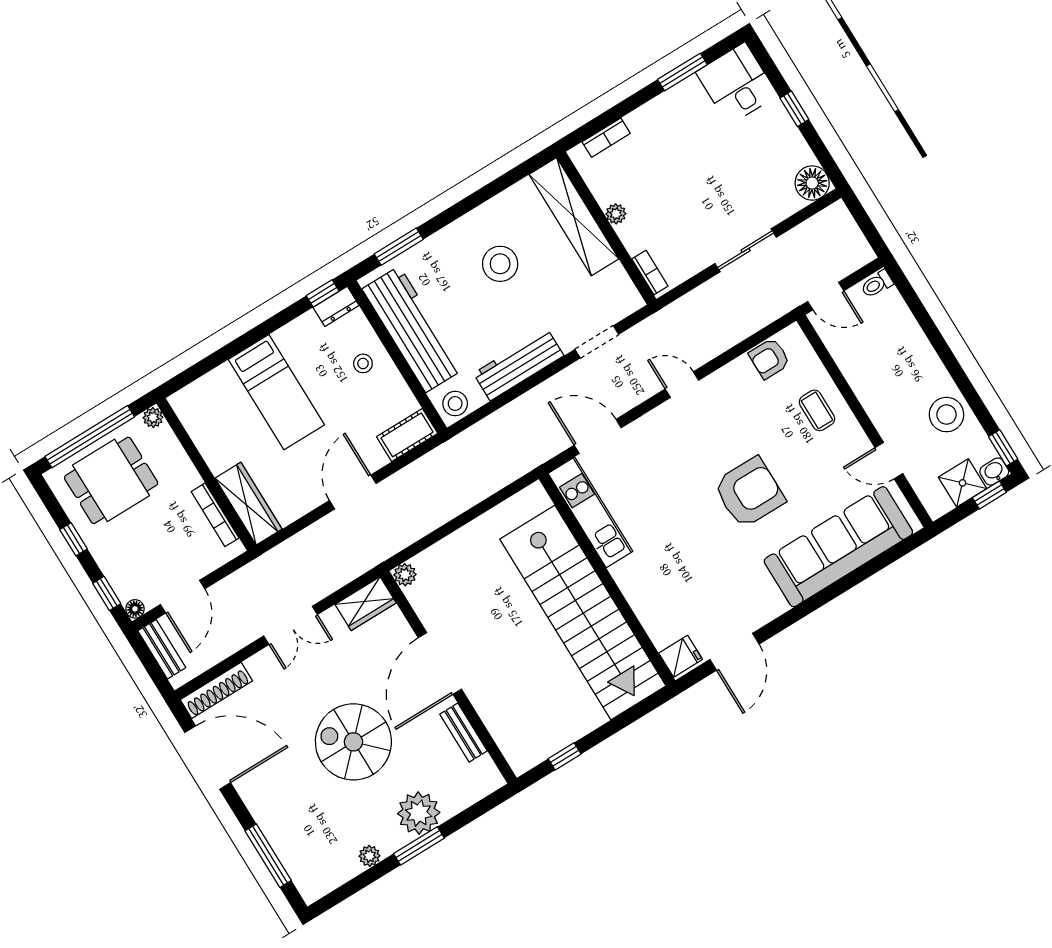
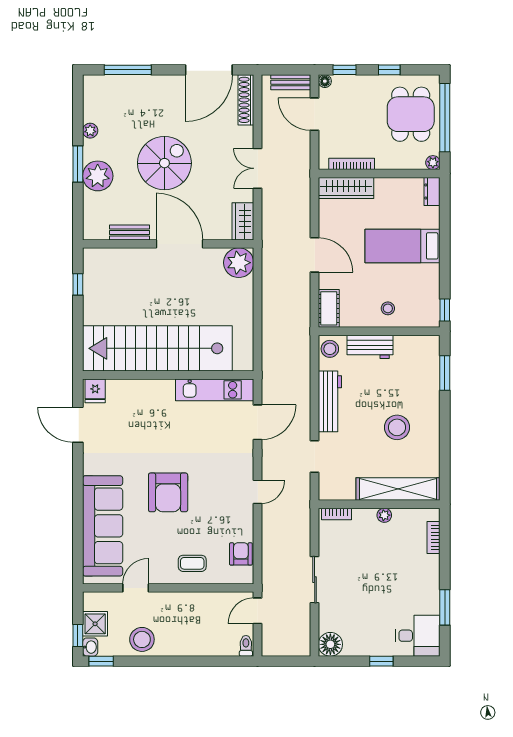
dresser: (336, 306) -> (432, 191), moved
workbench: (413, 329) -> (370, 347), width x0.53, depth x0.76
plant: (405, 575) -> (239, 263), width x1.87, depth x1.87

